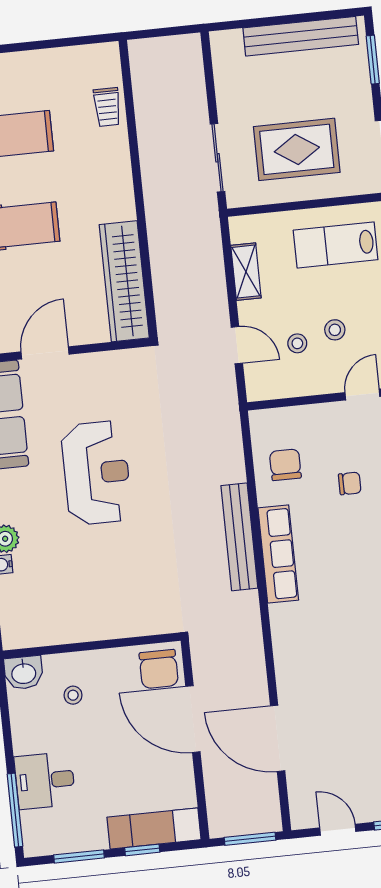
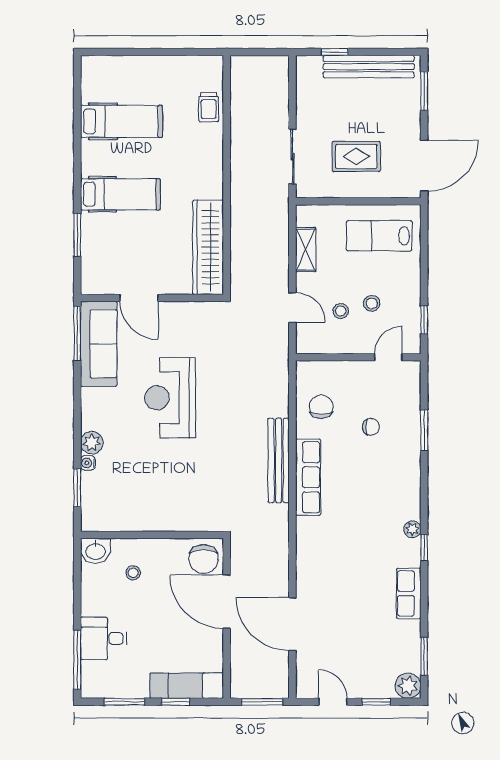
window: (257, 22) -> (335, 52), added
rug: (297, 149) -> (356, 156), width x0.73, depth x0.70
door: (45, 353) -> (139, 298), swing flipped
reception desk: (97, 473) -> (170, 398), turned 180

